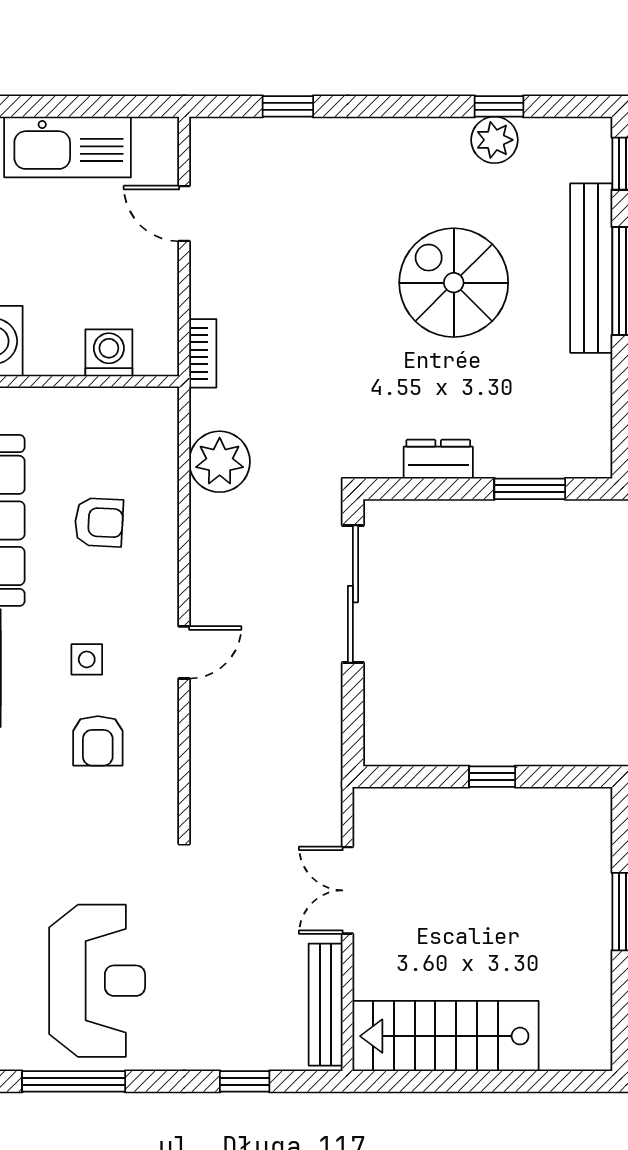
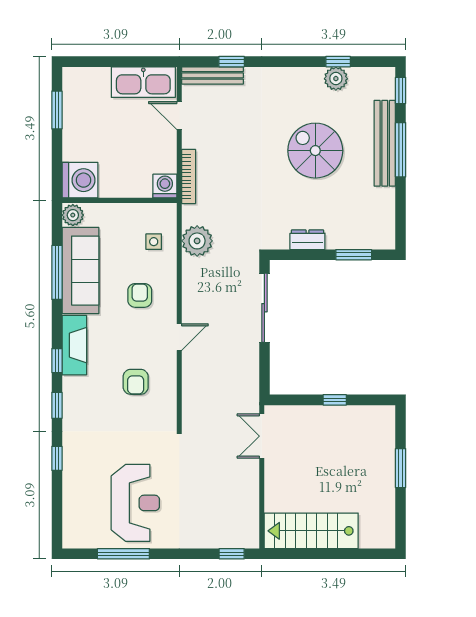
kitchen sink: (68, 147) -> (143, 82), moved
washing machine: (109, 353) -> (165, 186), moved
bookcase: (203, 353) -> (189, 177), width x1.56
armchair: (99, 522) -> (140, 295), moved, turned -93
side table: (87, 659) -> (154, 242), moved
double door: (348, 890) -> (262, 436), moved
bench: (326, 1005) -> (213, 75), moved, turned 90
window: (245, 1081) -> (232, 554), moved

